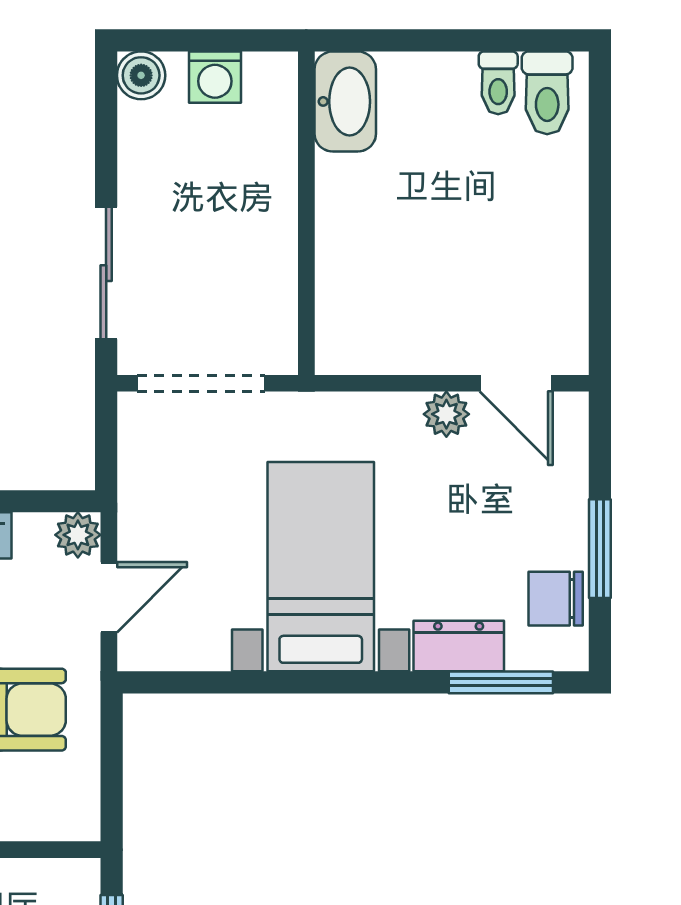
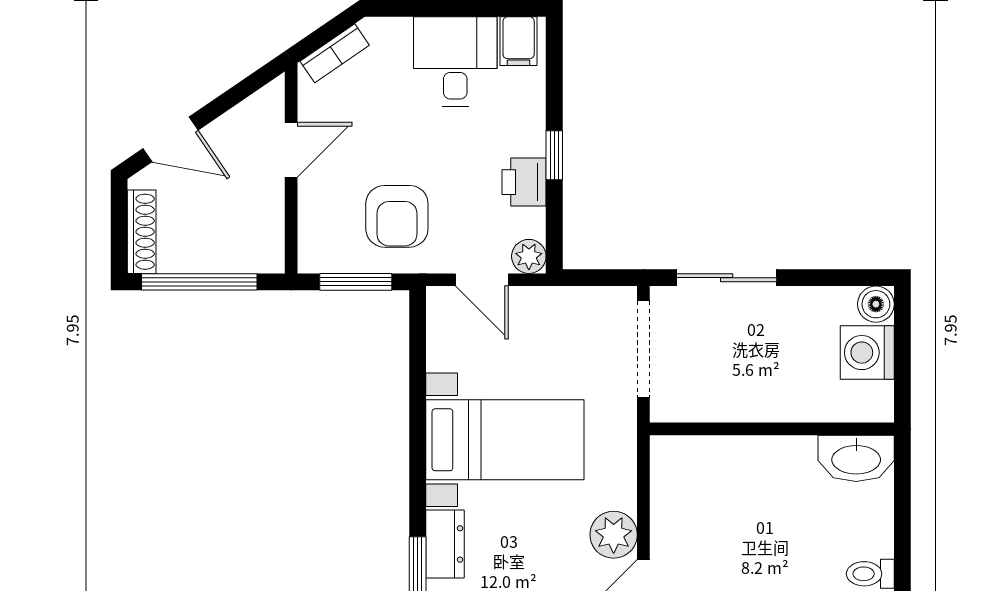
washing machine: (215, 77) -> (867, 353), width x1.38, depth x1.38
plant: (446, 414) -> (614, 535), width x1.38, depth x1.38
window: (112, 764) -> (356, 282), added

